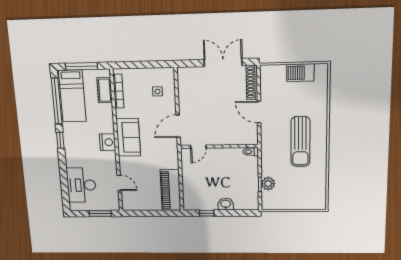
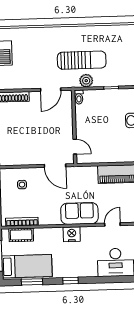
window: (57, 101) -> (32, 282), width x0.47
door: (259, 112) -> (51, 90), moved
sofa: (128, 137) -> (79, 213), moved
sun lounger: (300, 142) -> (82, 60), moved
plant: (268, 184) -> (86, 81), moved

